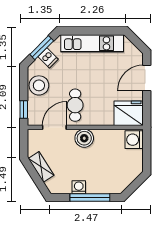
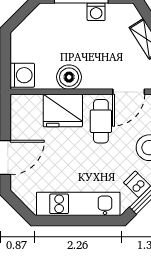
fridge: (129, 113) -> (63, 111), moved
boiler: (84, 138) -> (69, 77), moved

